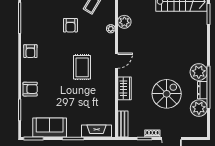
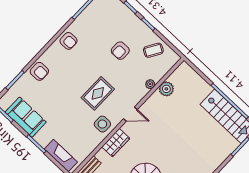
armchair: (30, 51) -> (68, 41), turned -90
side table: (104, 85) -> (102, 124), added

